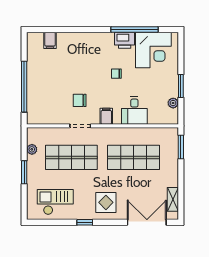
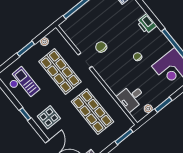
printer: (125, 40) -> (147, 24), moved
desk: (134, 111) -> (131, 98), moved
filing cabinet: (106, 116) -> (105, 72), removed

